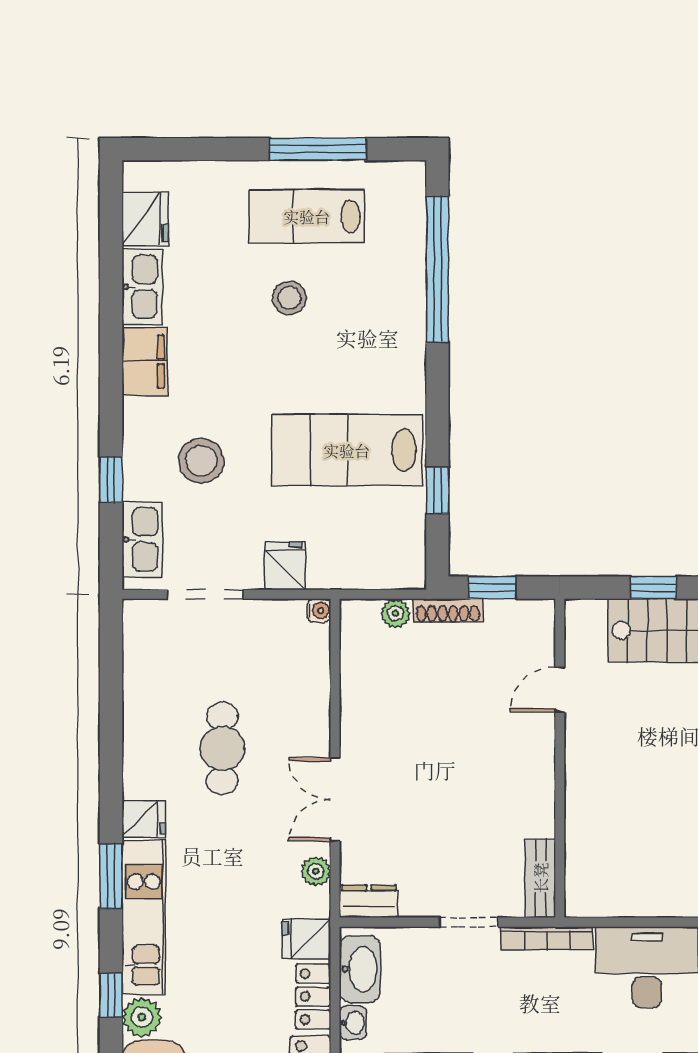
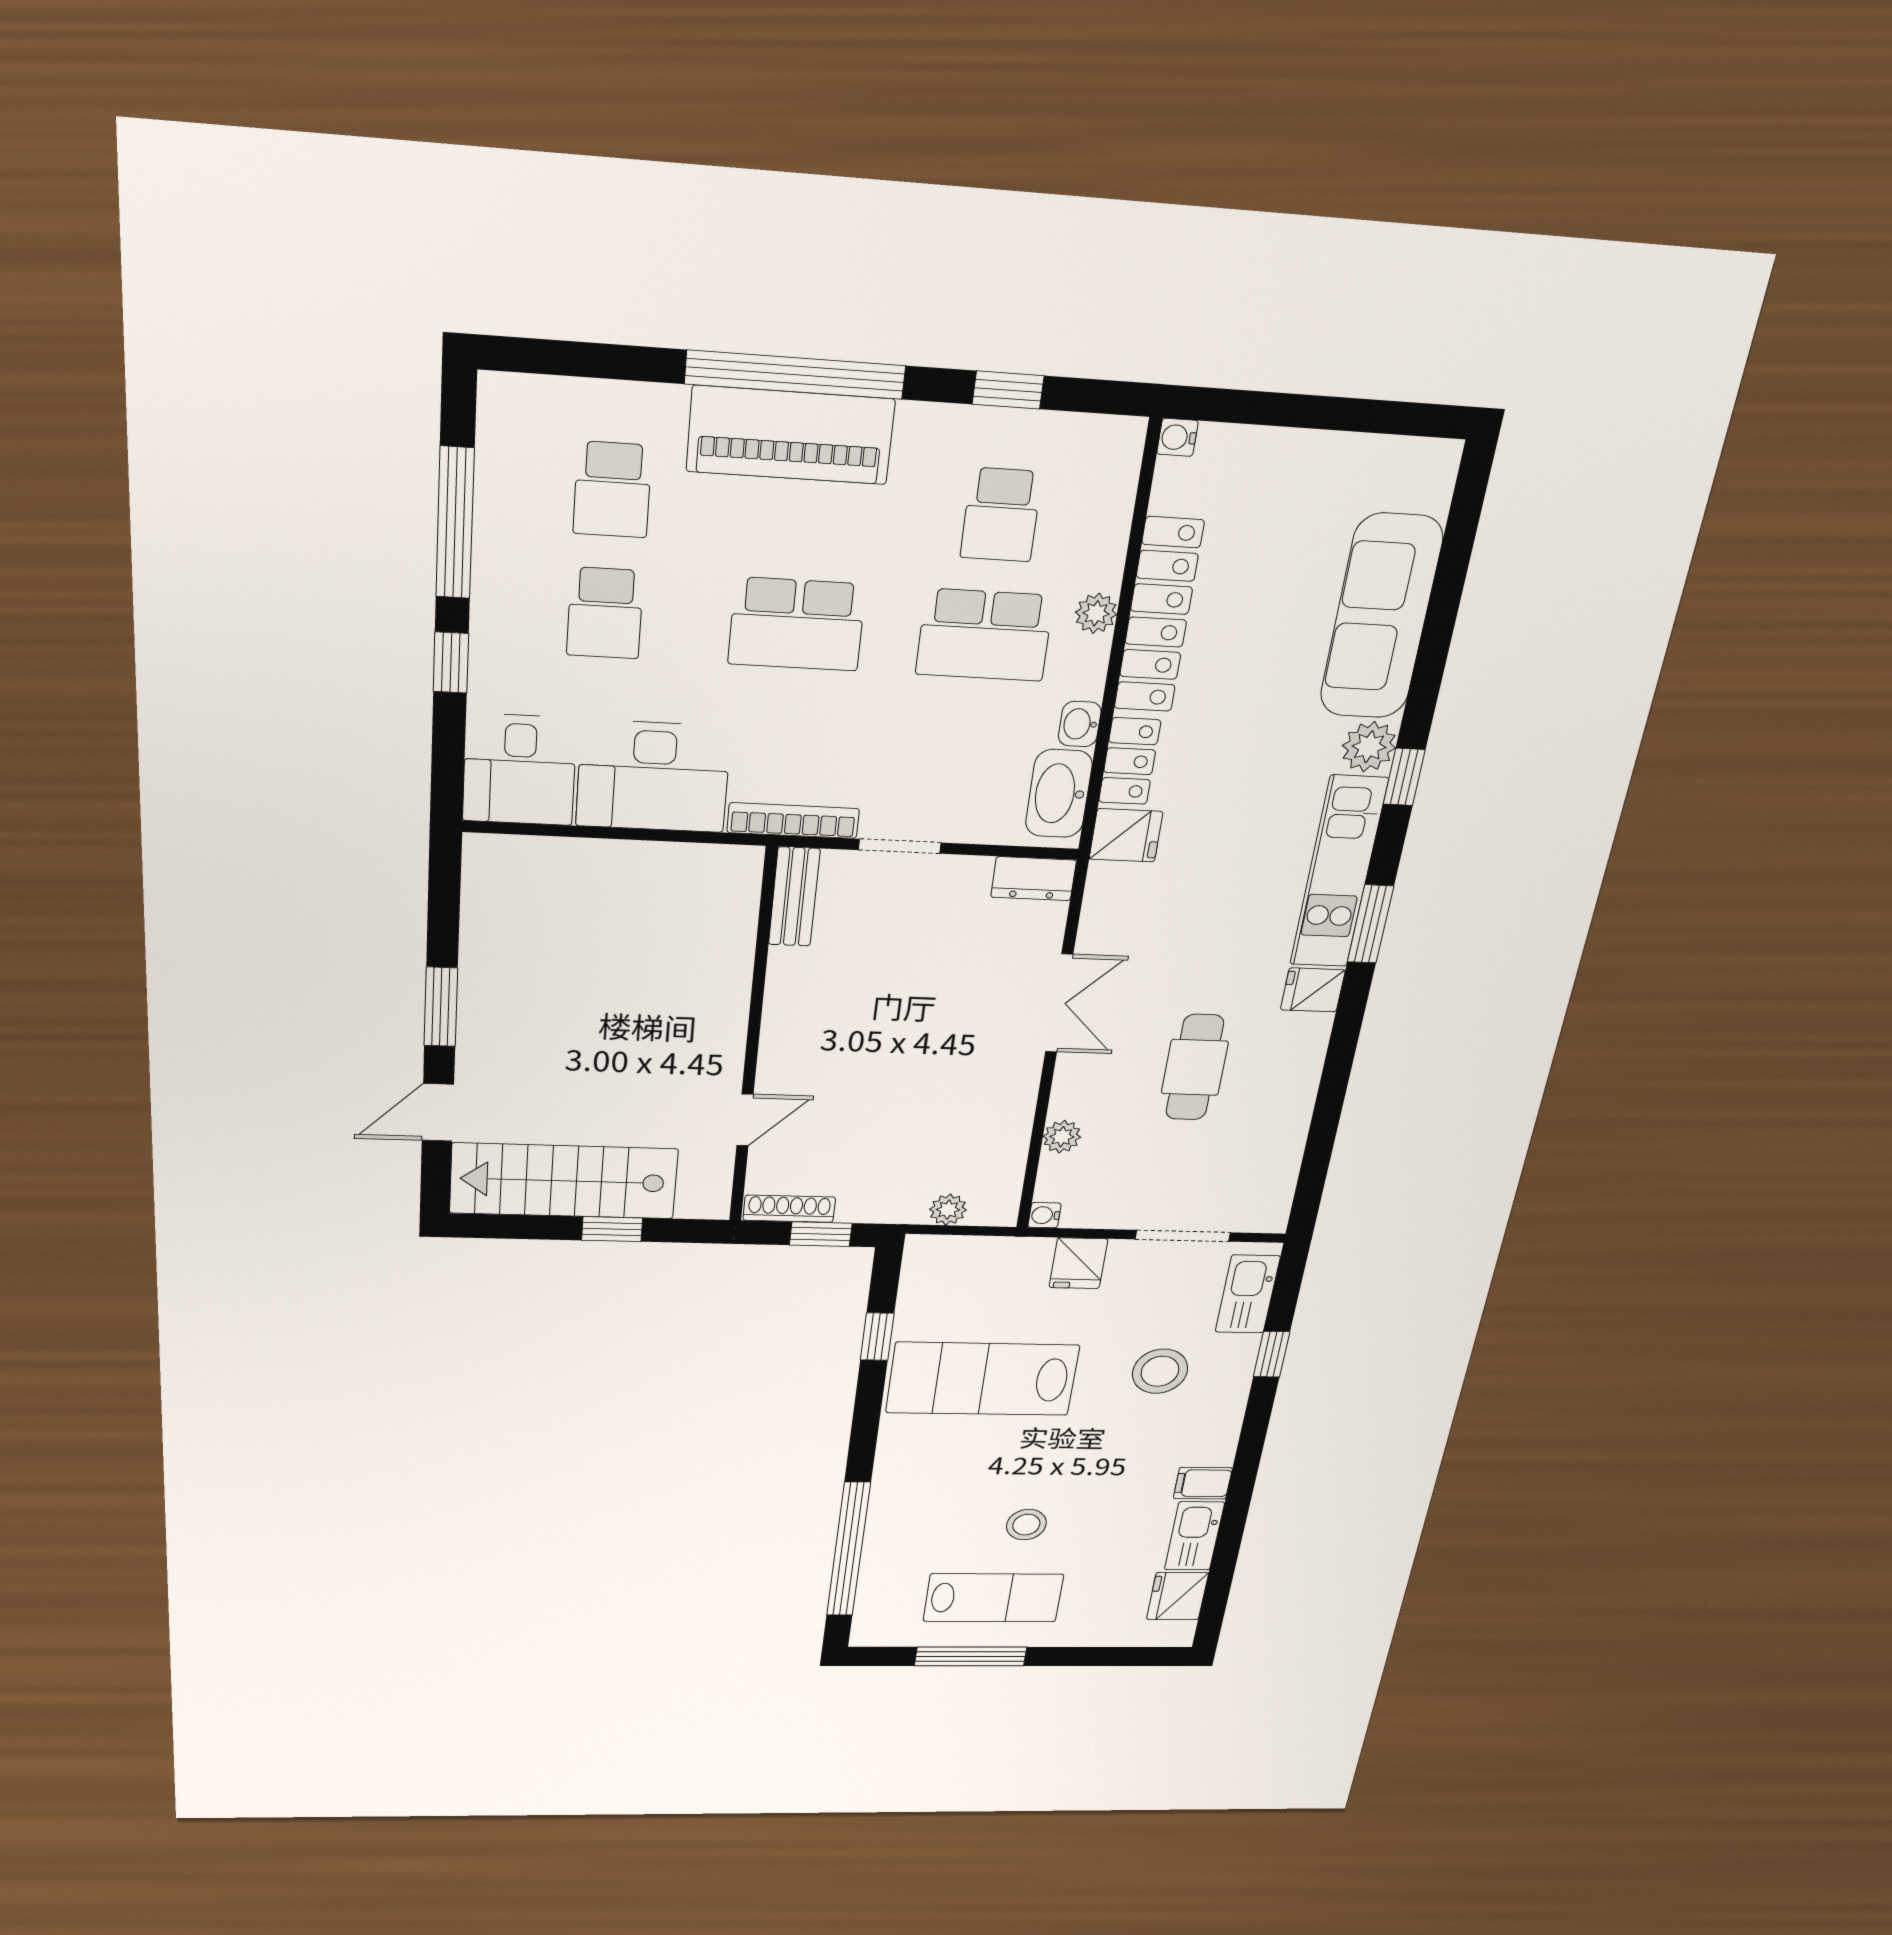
filing cabinet: (145, 361) -> (1203, 1483), width x0.50
lab bench: (347, 450) -> (982, 1379), turned 180
shoe rack: (448, 610) -> (789, 1209), moved
plant: (316, 871) -> (1062, 1137), moved

